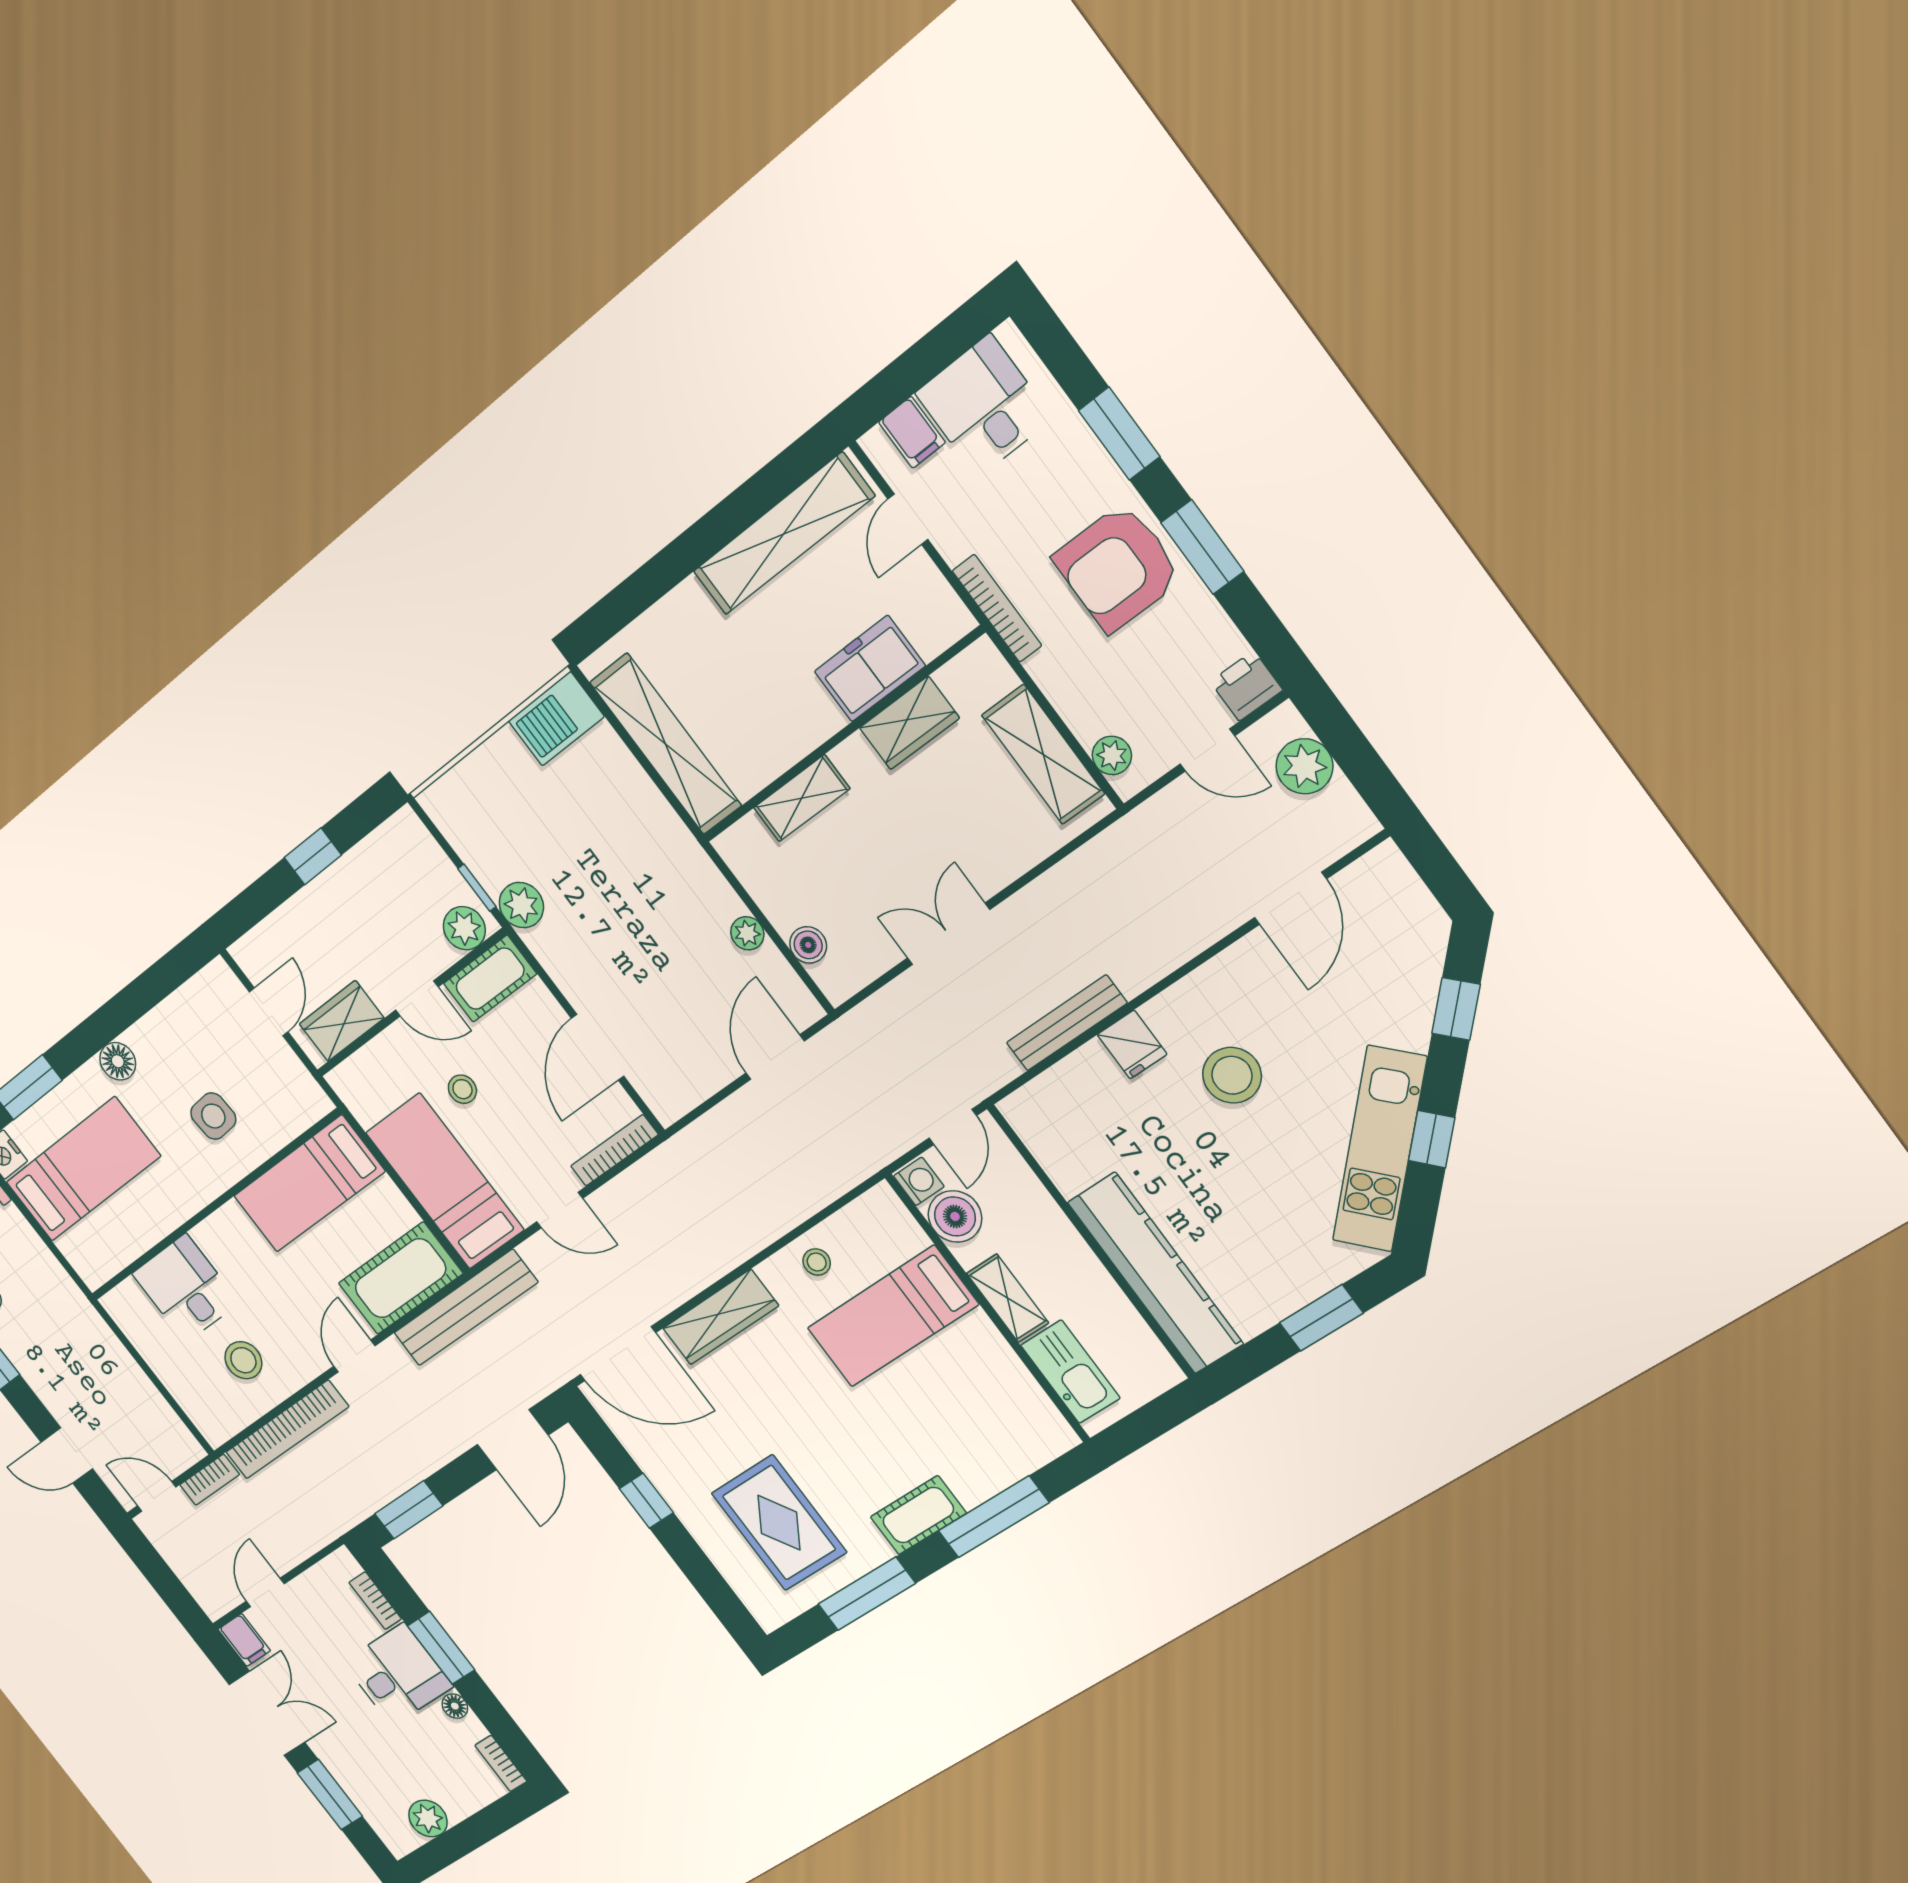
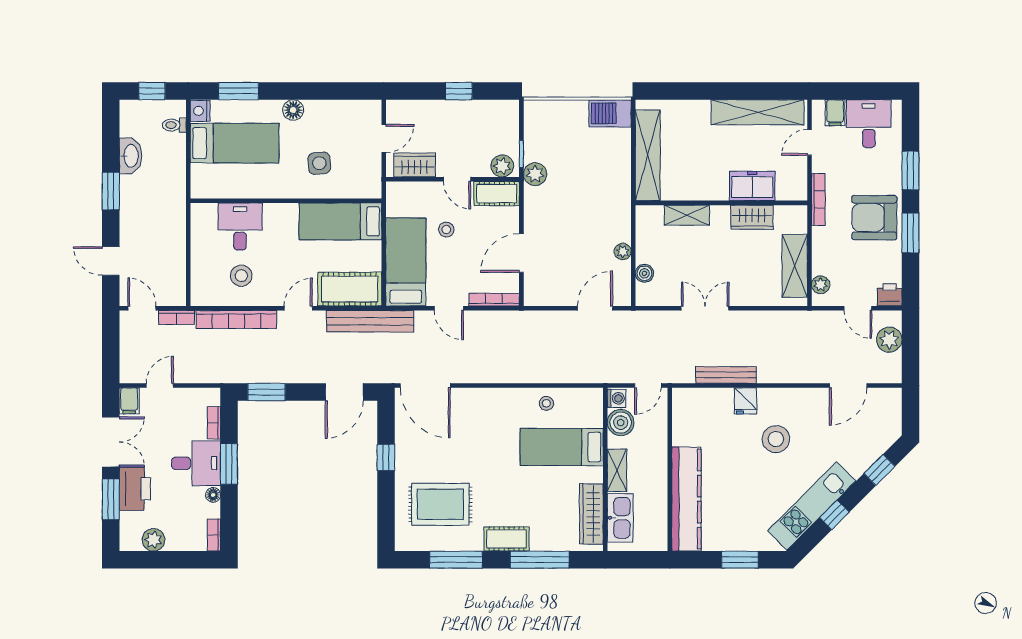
wardrobe: (721, 1317) -> (591, 514), moved, turned 90
rug: (779, 1523) -> (440, 504), turned 90
printer: (348, 1761) -> (135, 489), added

